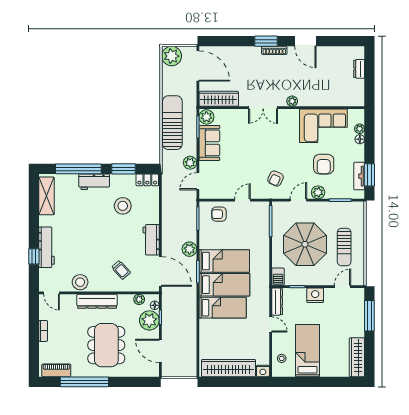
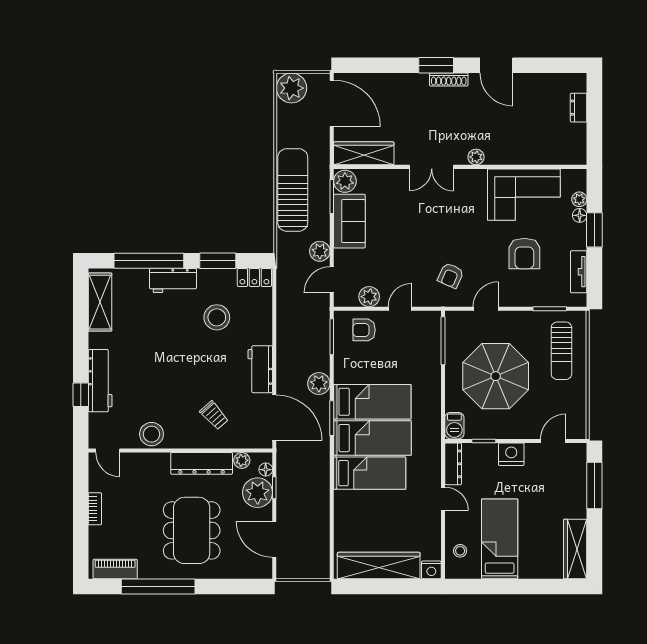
window: (369, 175) -> (594, 230), moved
plant: (318, 192) -> (369, 297), moved
sun lounger: (344, 247) -> (561, 351), moved
dresser: (97, 301) -> (202, 463), moved

